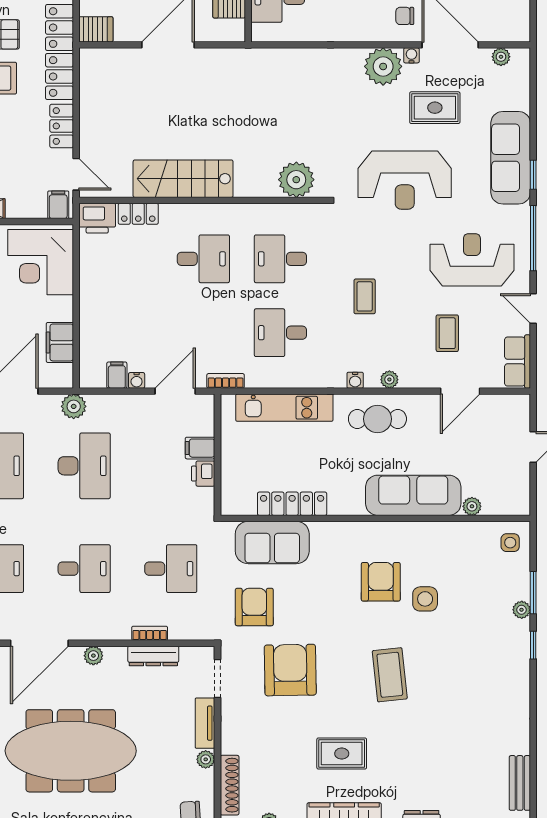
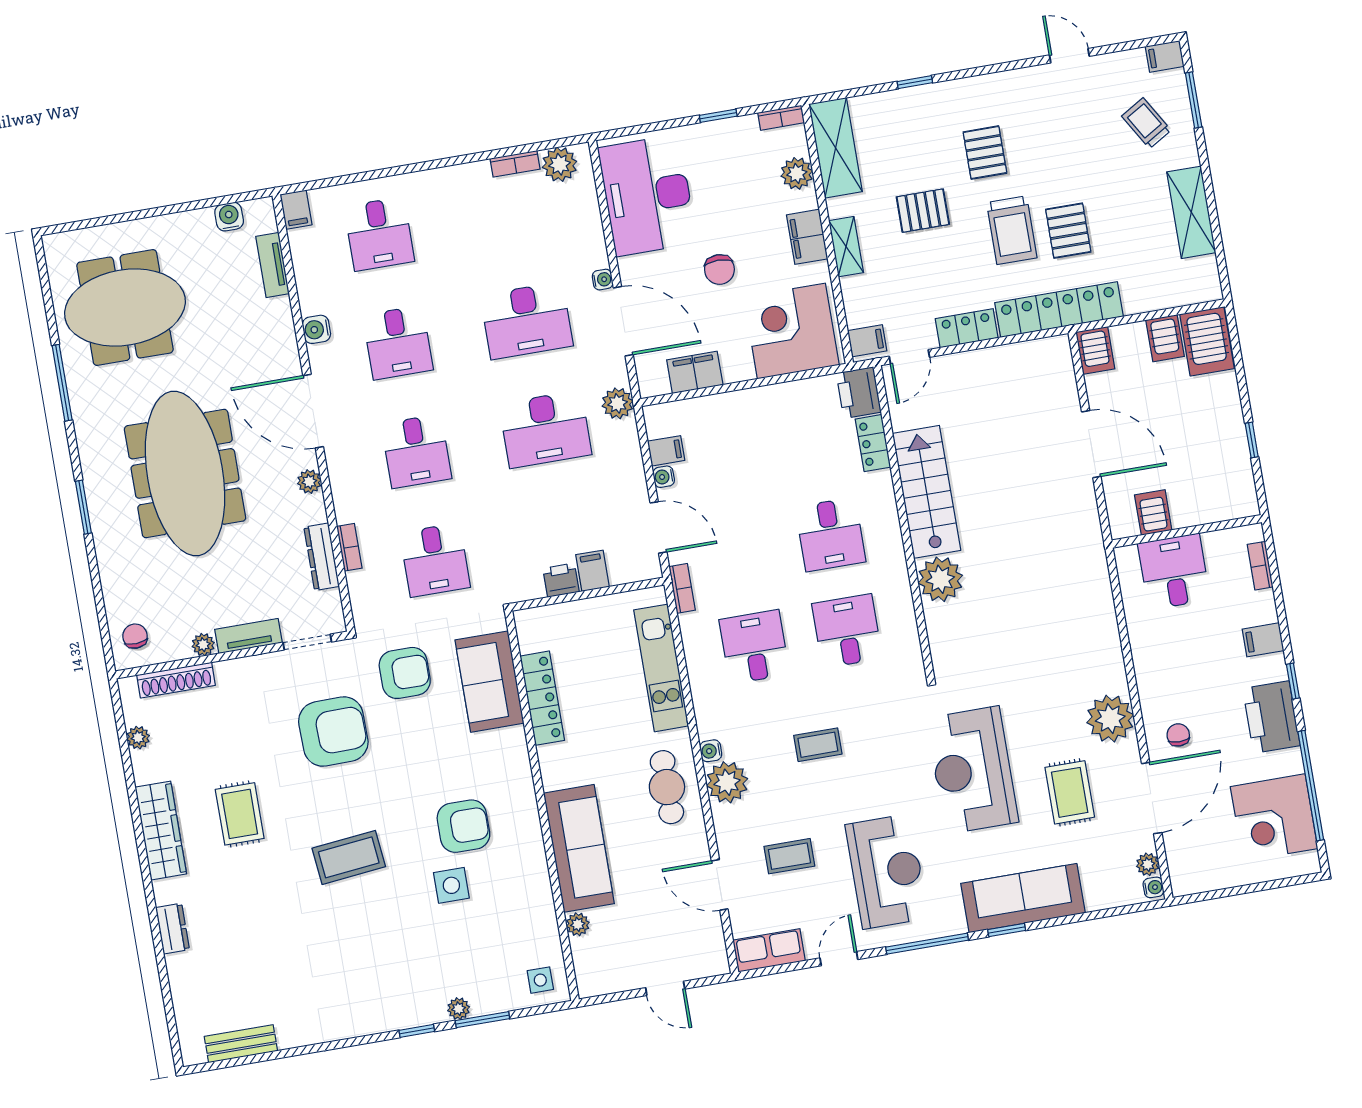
water cooler: (411, 55) -> (1153, 887), moved
plant: (296, 180) -> (940, 579), moved
plant: (389, 380) -> (727, 782), width x1.88, depth x1.88

